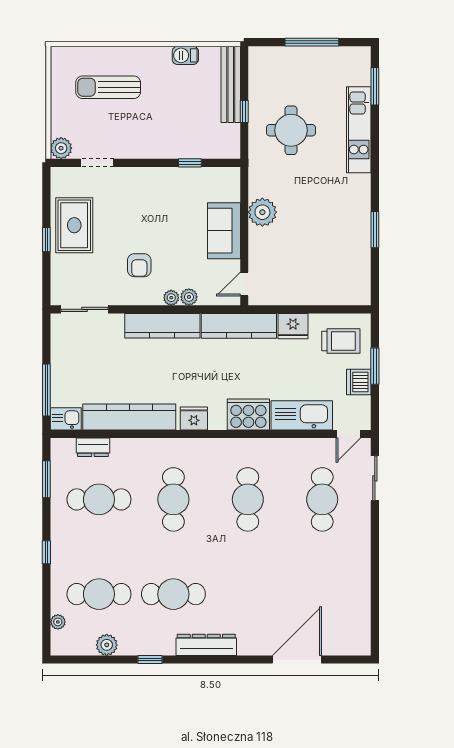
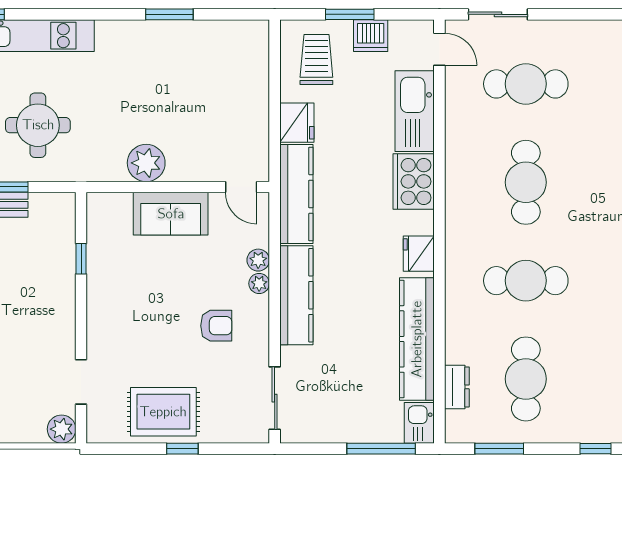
cafe table: (248, 499) -> (526, 182), turned 90

